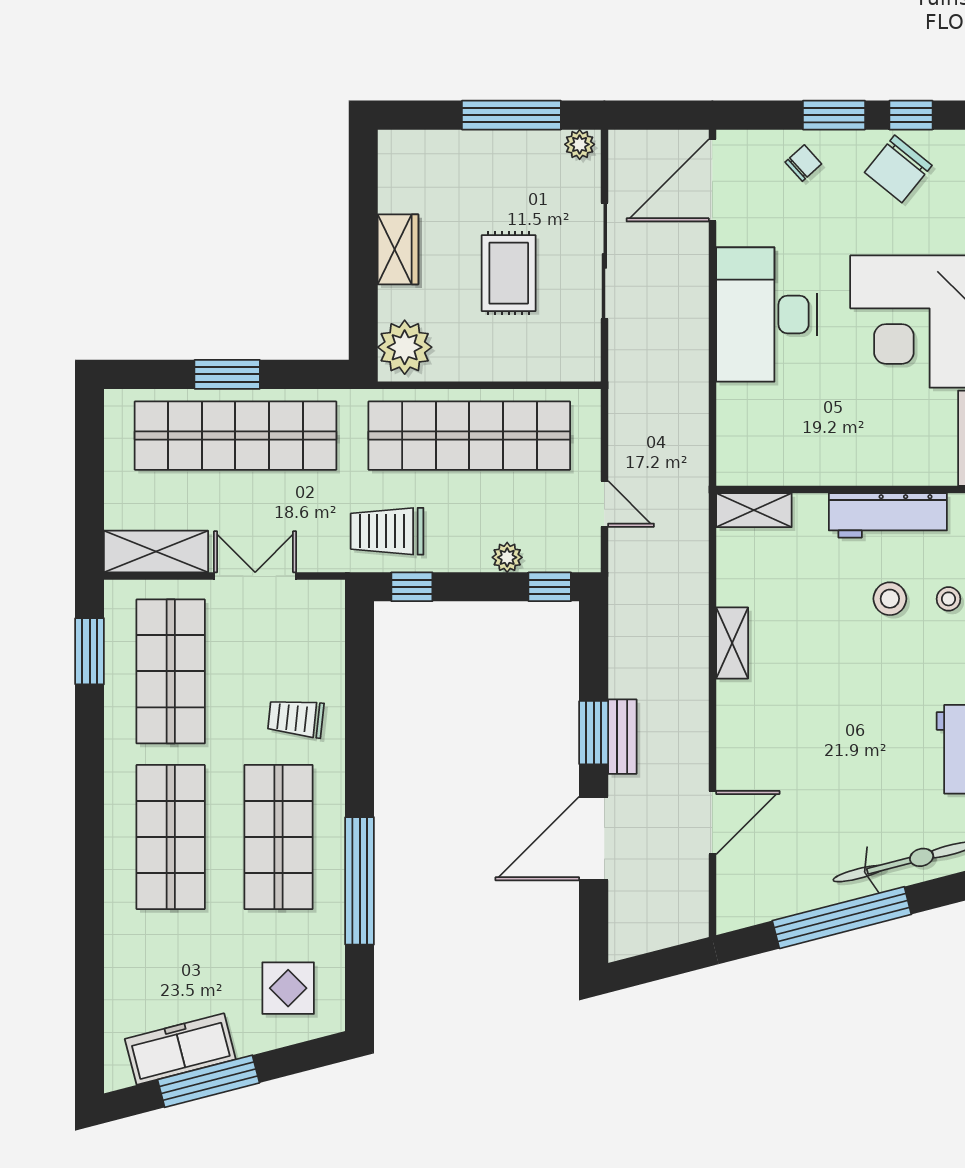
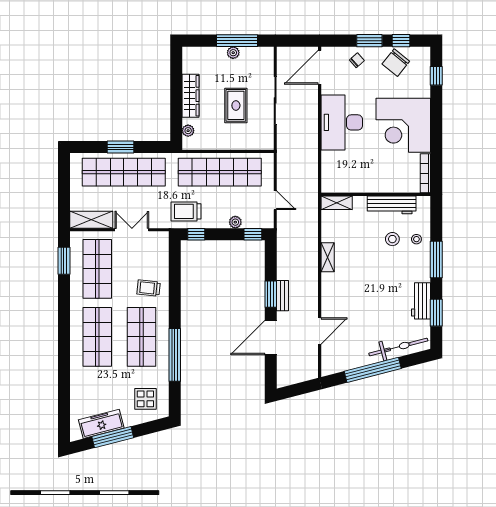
plant: (580, 144) -> (233, 53), moved
wardrobe: (398, 249) -> (191, 96), width x1.50
plant: (405, 347) -> (188, 131), width x0.53, depth x0.53

